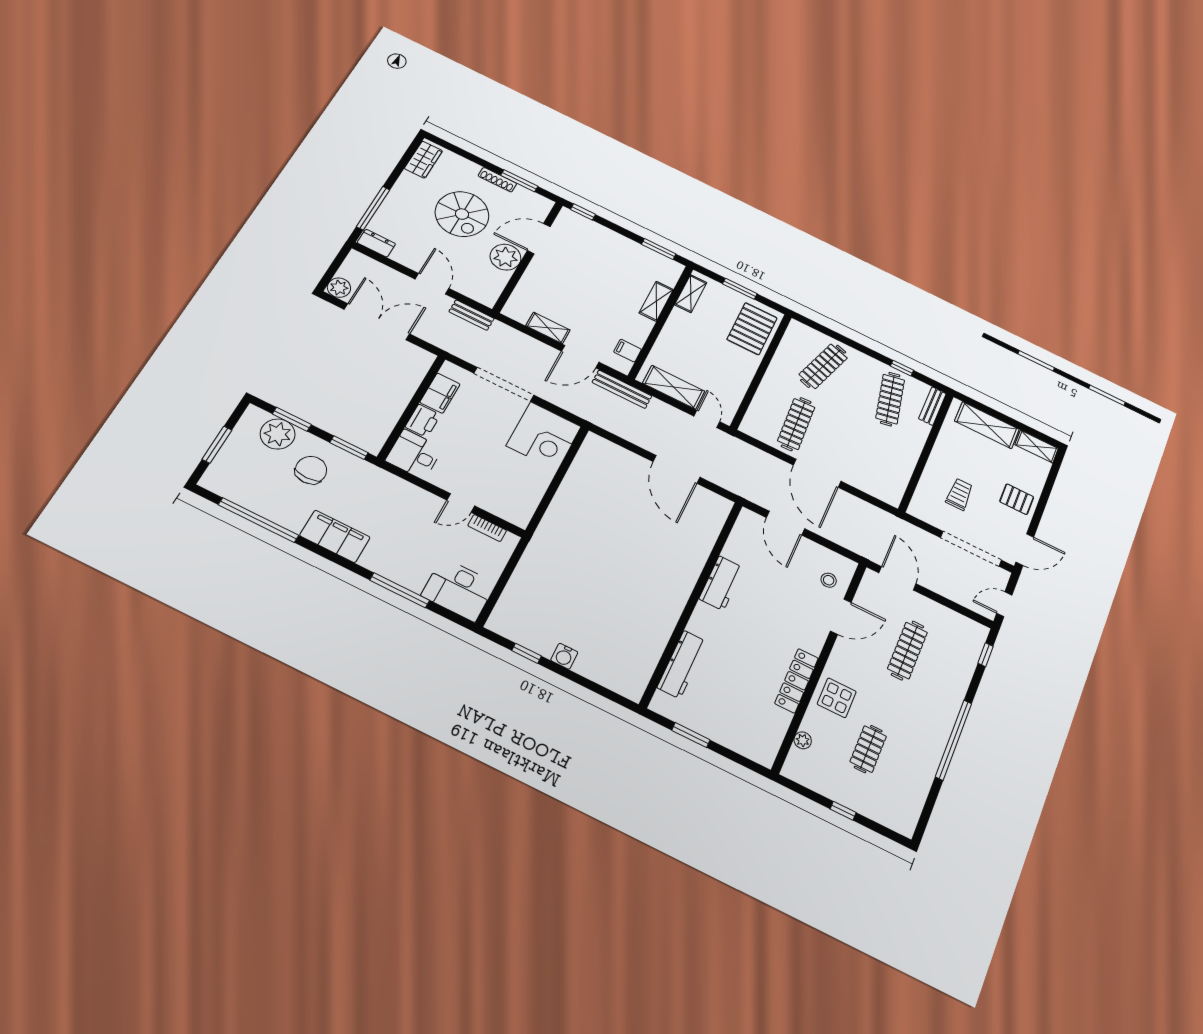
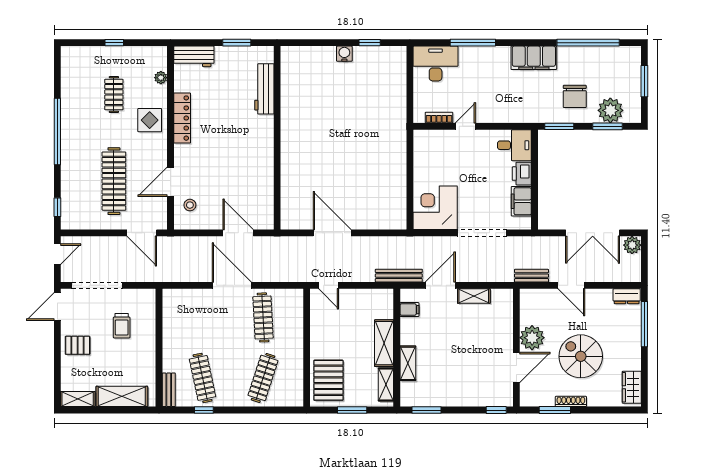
shelving: (674, 387) -> (384, 343), moved, turned 90
workbench: (721, 583) -> (194, 56), moved, turned -90
clothes rail: (907, 650) -> (114, 181), width x1.37, depth x1.31

